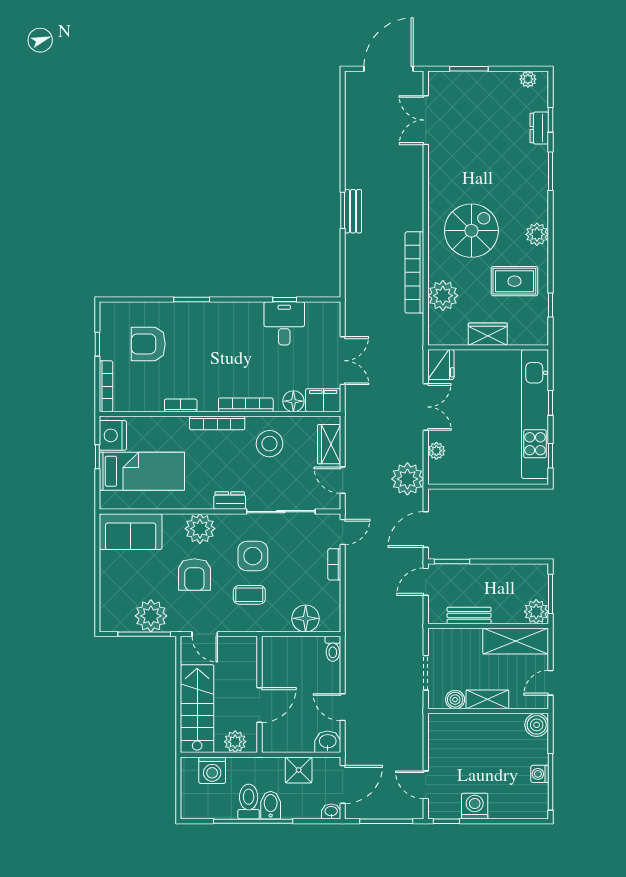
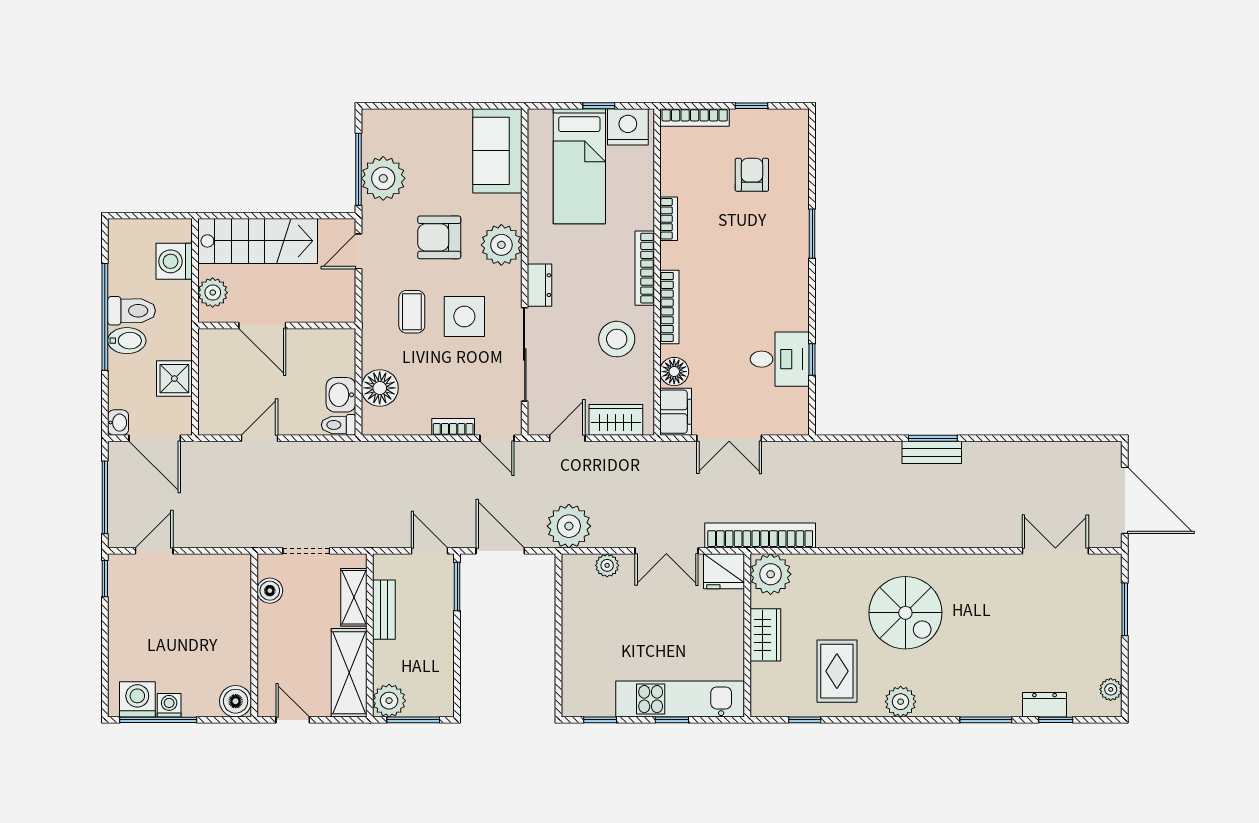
bookcase: (414, 272) -> (760, 536), moved
plant: (443, 296) -> (771, 574), moved
armchair: (148, 344) -> (752, 175), width x0.72, depth x0.72
kitchen unit: (535, 414) -> (680, 699), width x0.73
shelving: (487, 699) -> (354, 597), moved
washbasin: (328, 742) -> (341, 395), moved, turned 180
washing machine: (475, 806) -> (137, 699), moved, turned -90

